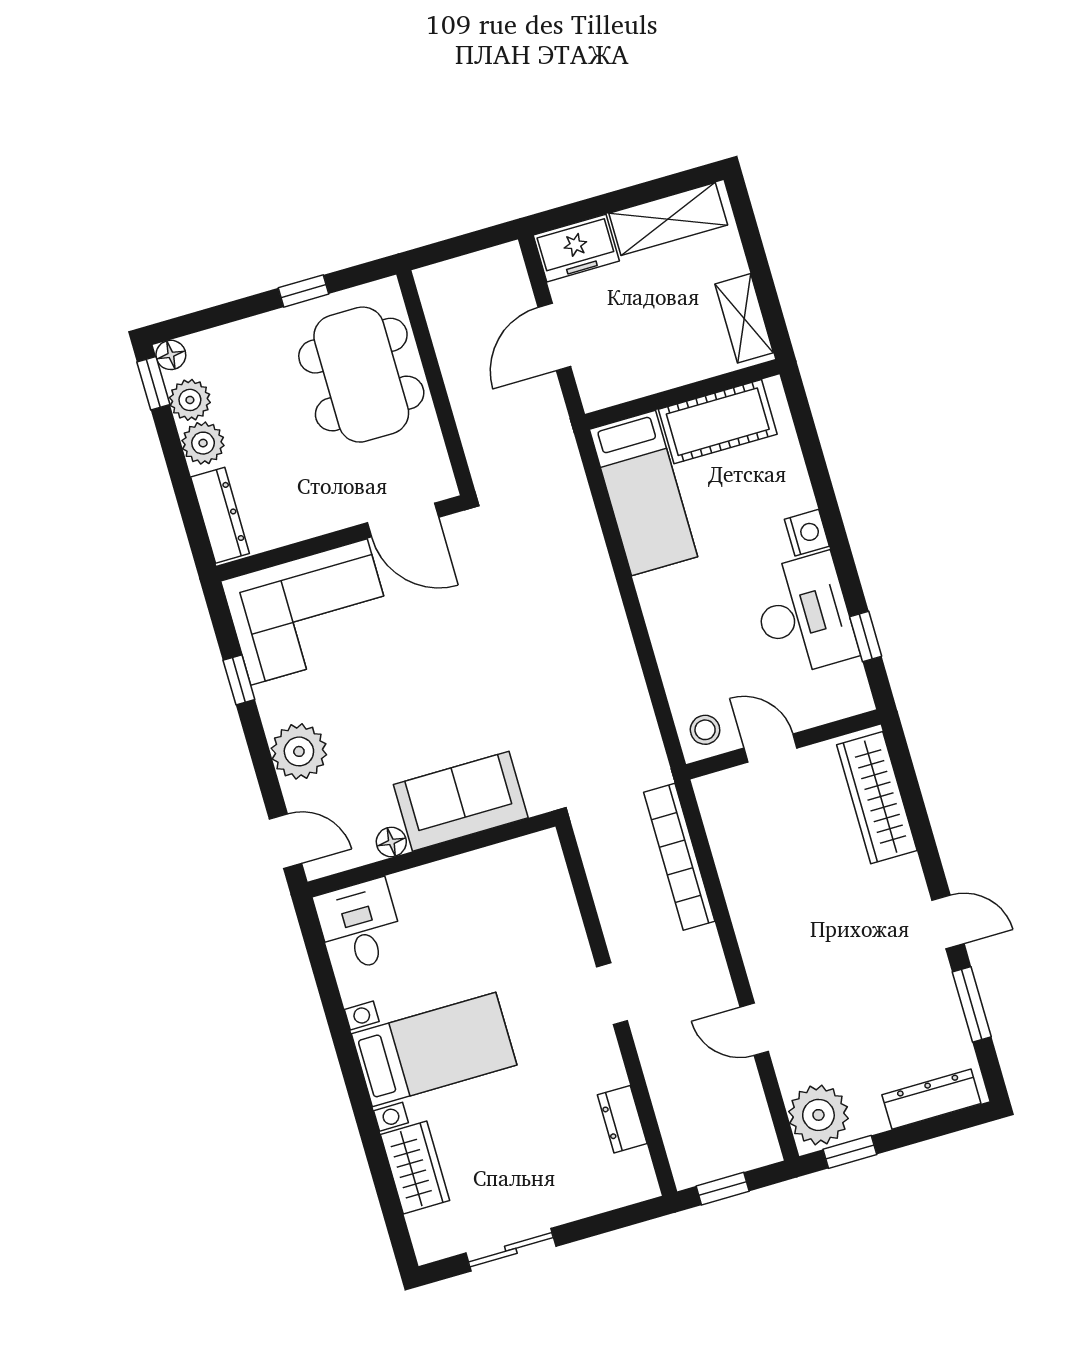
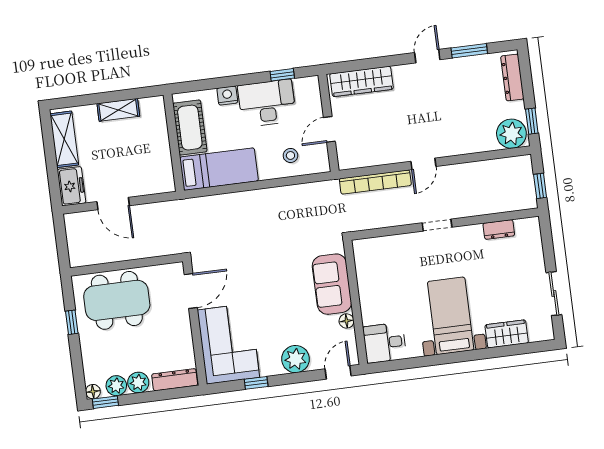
wall: (682, 394) -> (174, 143), moved
cot: (718, 422) -> (190, 128), moved
bed: (643, 493) -> (219, 169), moved
stool: (705, 730) -> (290, 155), moved
door: (754, 1029) -> (423, 164), moved

